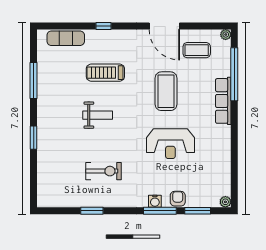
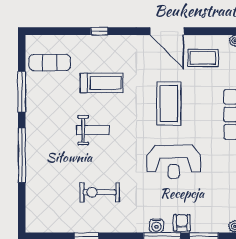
exercise mat: (66, 38) -> (50, 63), moved
treadmill: (105, 73) -> (102, 83), turned 180
window: (34, 138) -> (22, 155), width x2.11
exercise bike: (104, 171) -> (100, 192), turned 180

